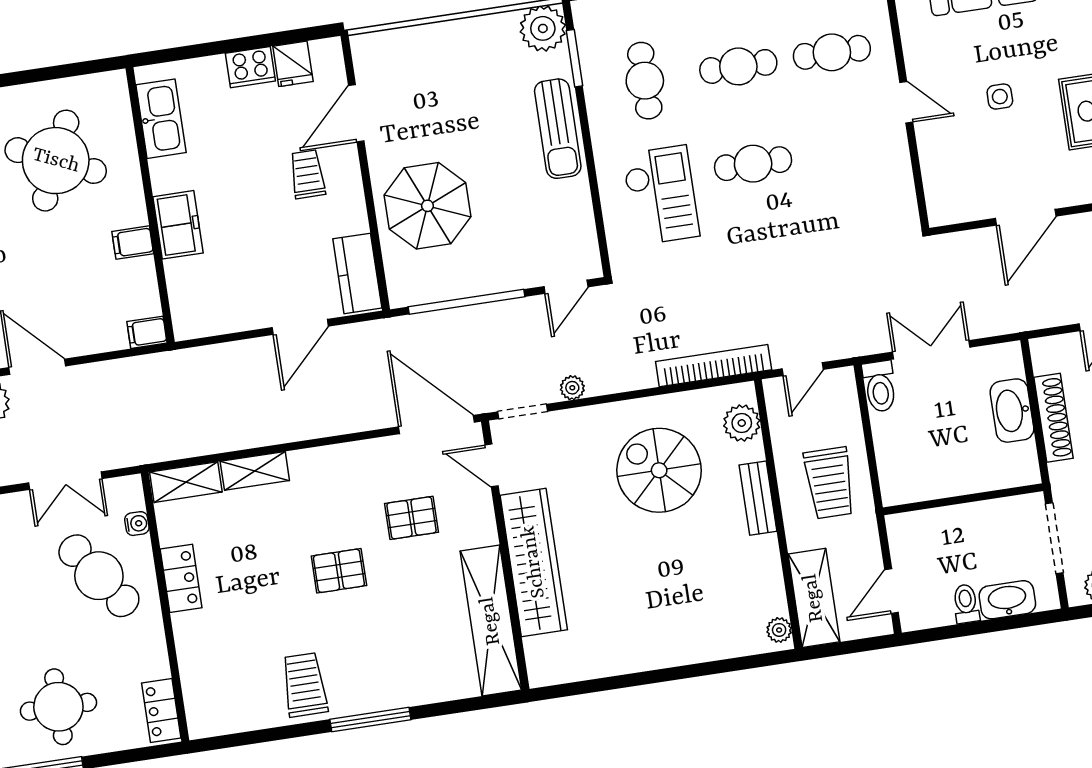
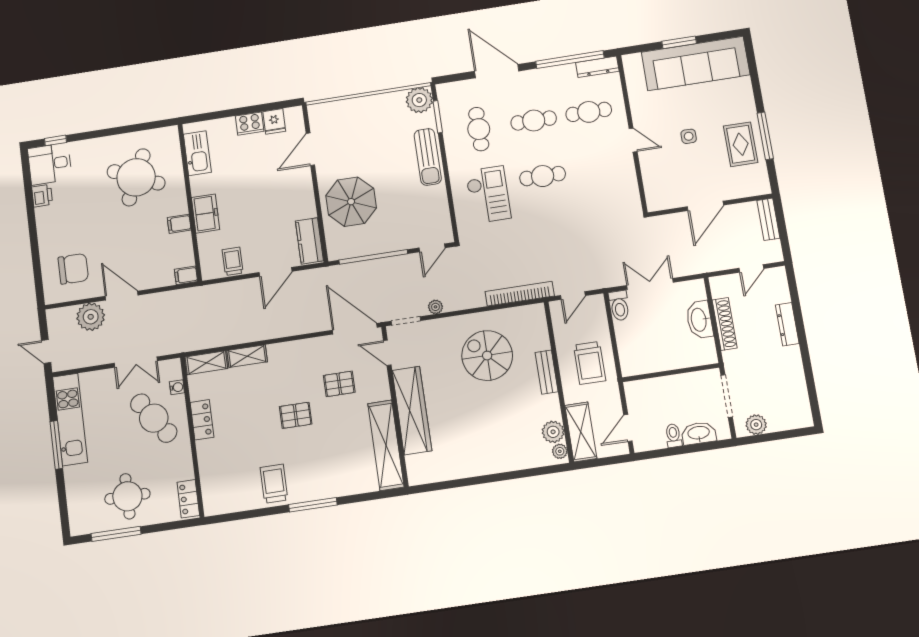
trolley: (307, 174) -> (233, 261), moved
plant: (742, 423) -> (553, 432), moved

